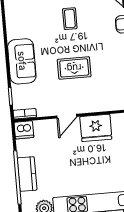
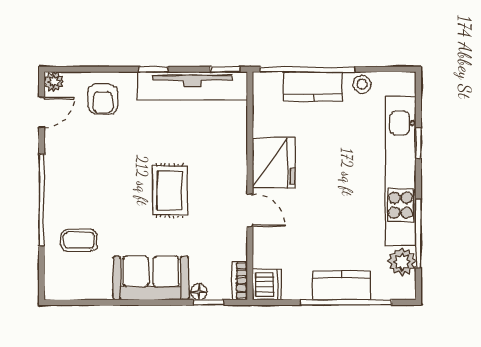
coffee table: (70, 19) -> (79, 240), moved
floor lamp: (16, 90) -> (199, 292), added

